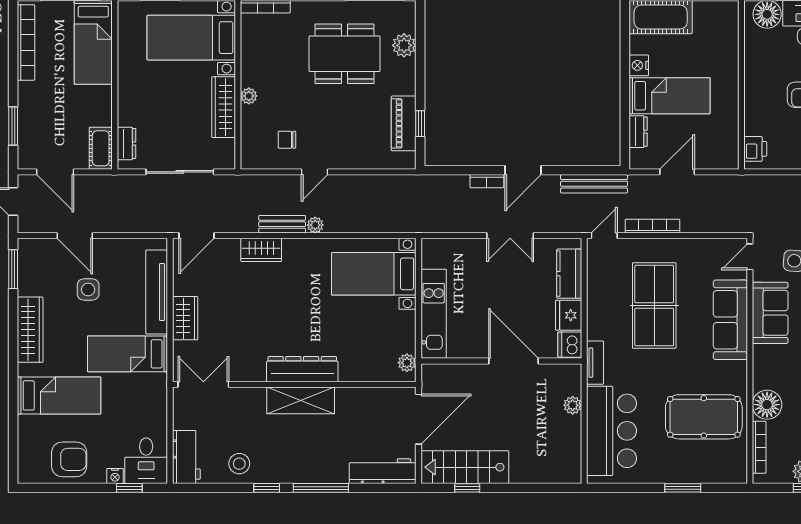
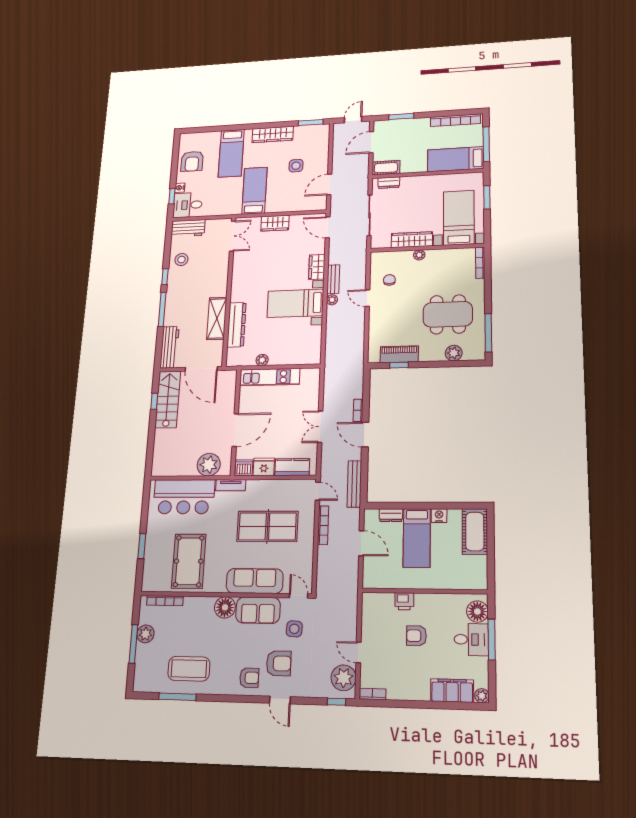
dining table: (345, 54) -> (448, 314), turned 90
printer: (755, 149) -> (404, 601), moved
door: (75, 236) -> (329, 184), moved
bed with nightstands: (374, 274) -> (295, 303), moved, turned -90
tv unit: (157, 292) -> (292, 206), removed
plant: (407, 363) -> (262, 360), moved
dresser: (302, 369) -> (236, 325), moved
shelving: (301, 400) -> (217, 318), moved
plant: (573, 405) -> (209, 465), width x1.87, depth x1.87
floor lamp: (767, 405) -> (225, 607), moved

